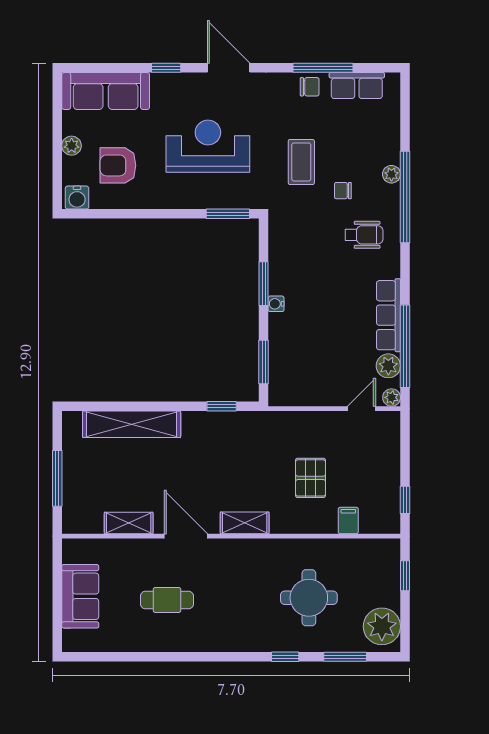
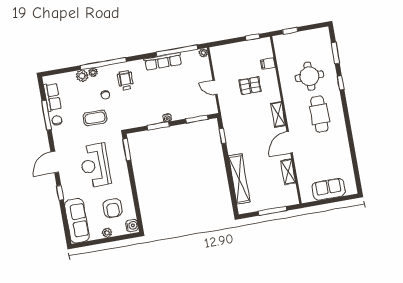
plant: (388, 366) -> (82, 76), moved
door: (361, 409) -> (215, 87), moved
cafe table: (167, 600) -> (320, 114), moved, width x1.37, depth x1.35
plant: (382, 626) -> (317, 38), removed

